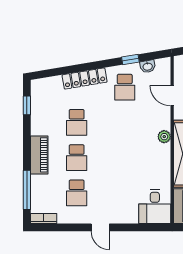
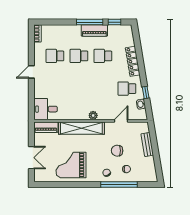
piano: (39, 155) -> (94, 30), moved
window: (27, 190) -> (90, 22), moved

